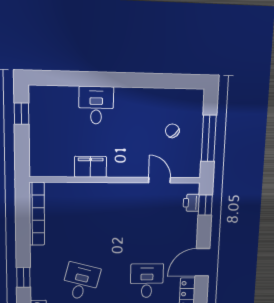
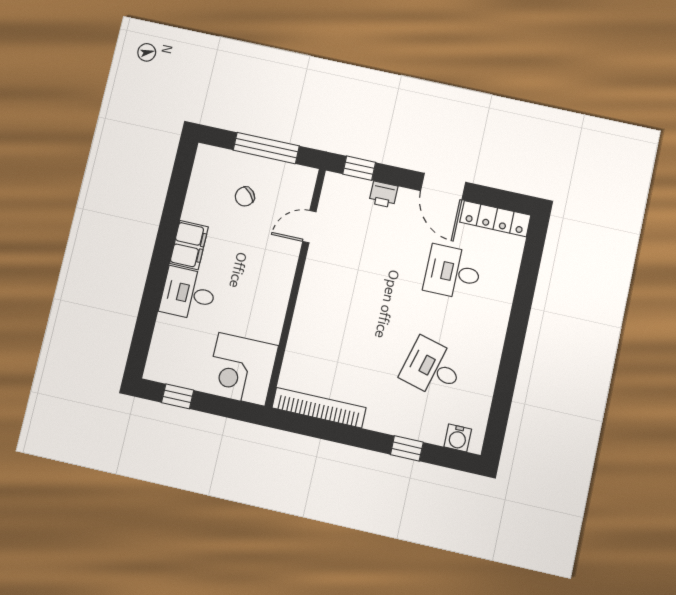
corner desk: (51, 155) -> (242, 369), added
filing cabinet: (91, 167) -> (189, 245), moved, turned 180
printer: (191, 203) -> (383, 194), moved

